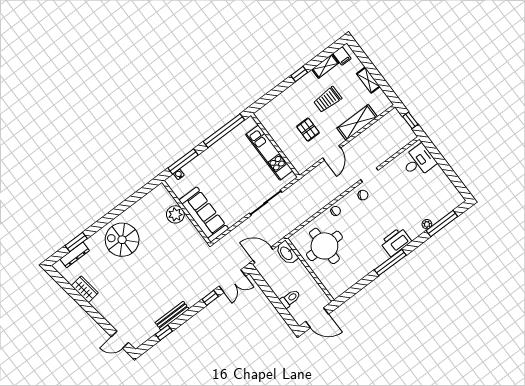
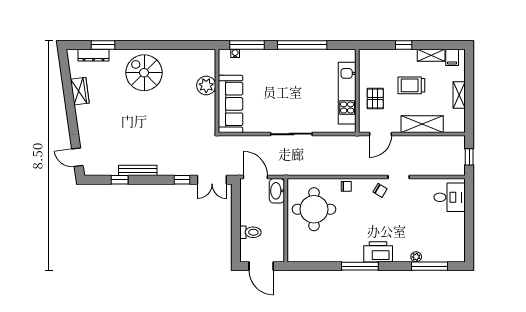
wall: (275, 145) -> (357, 91), moved
kitchen unit: (269, 153) -> (347, 93), moved

